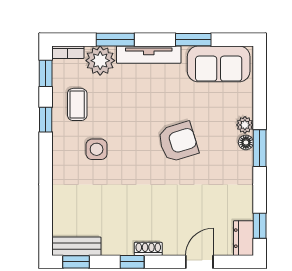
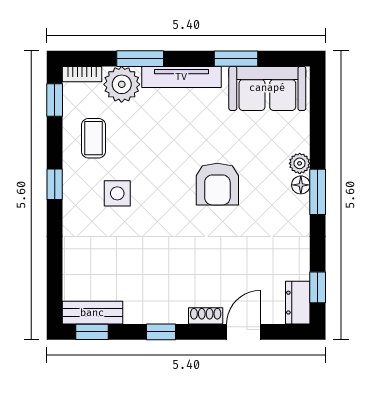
window: (46, 120) -> (55, 184), moved
armchair: (178, 142) -> (217, 184), turned 107
shoe rack: (148, 249) -> (206, 316), moved

